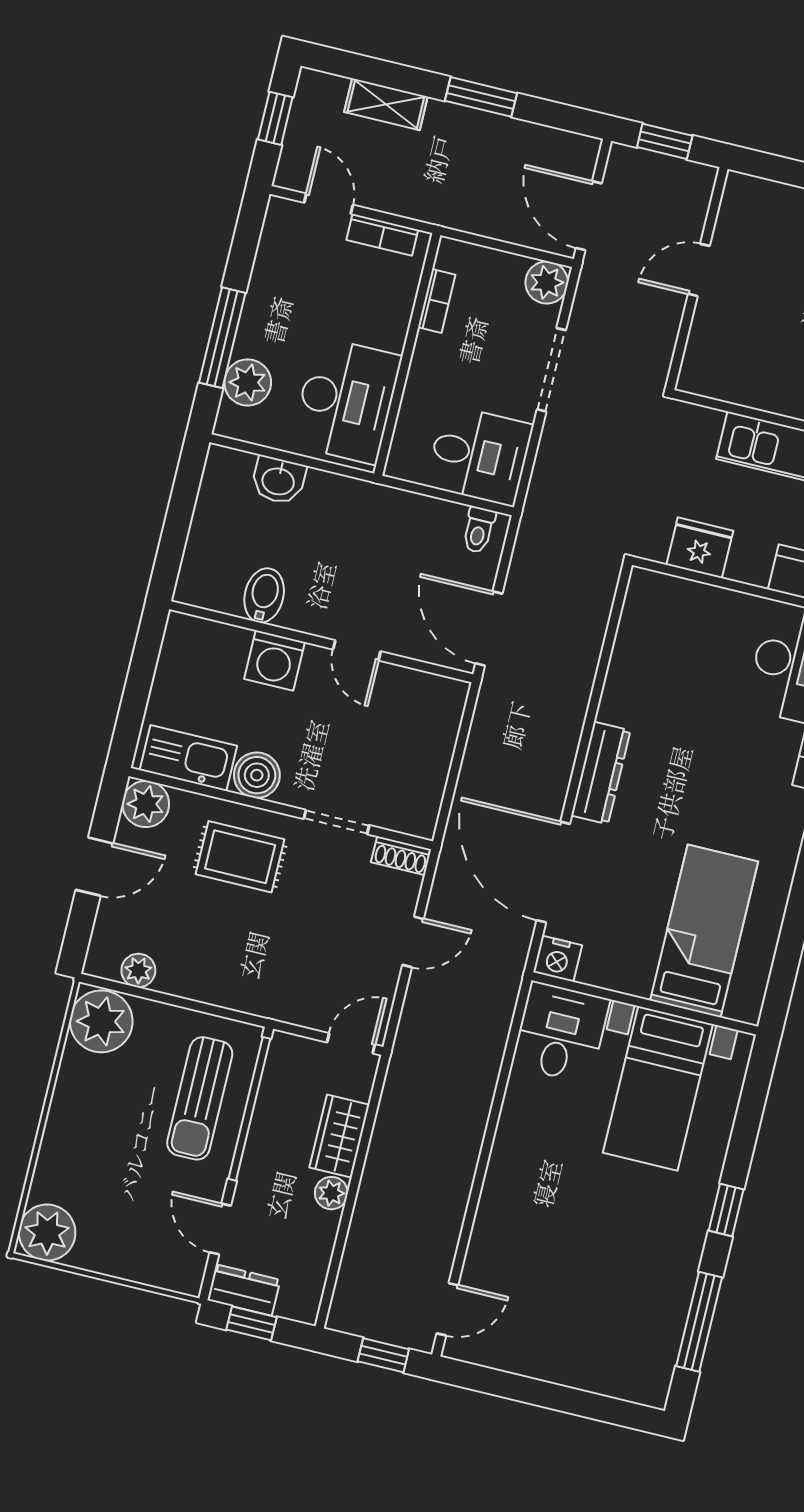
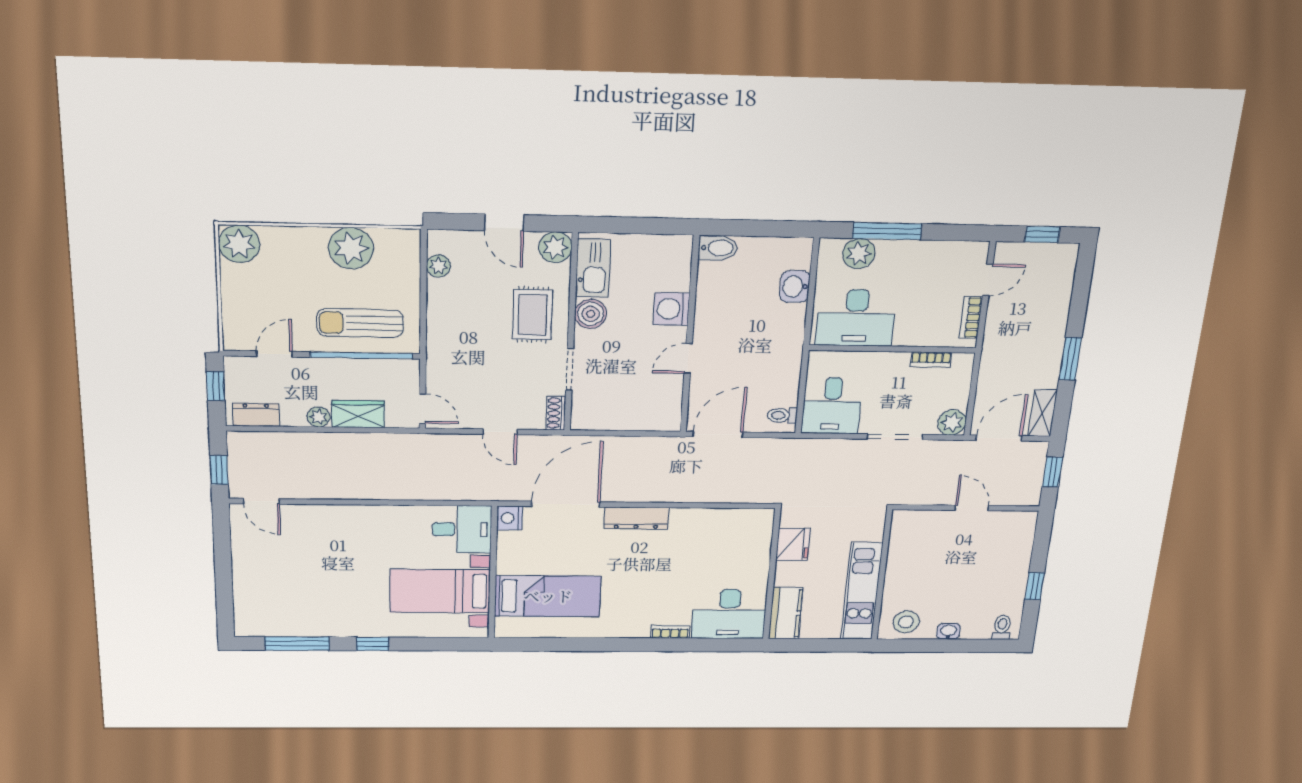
shelving: (386, 104) -> (1042, 413), moved
bidet: (264, 595) -> (718, 248), moved
plant: (101, 1021) -> (351, 248), moved
dresser: (244, 1290) -> (256, 415), moved, turned -90

